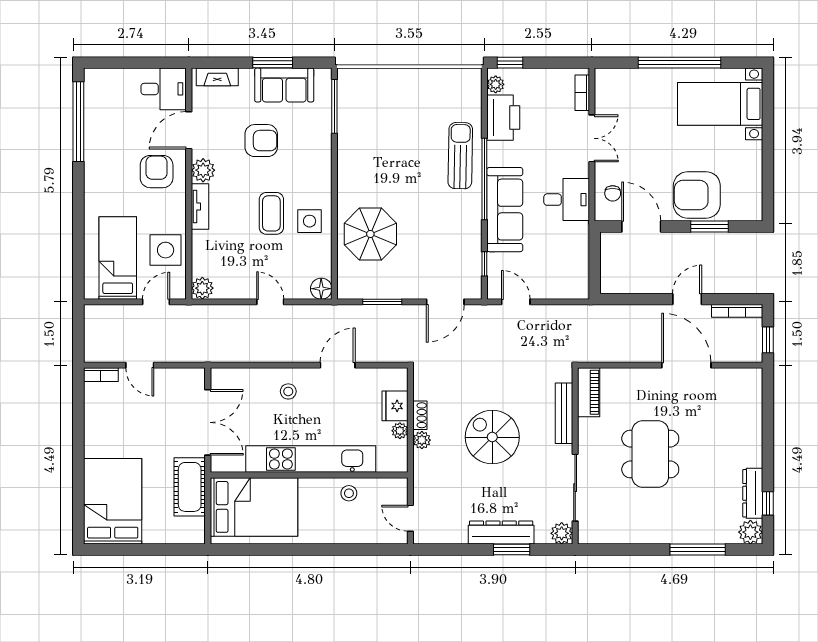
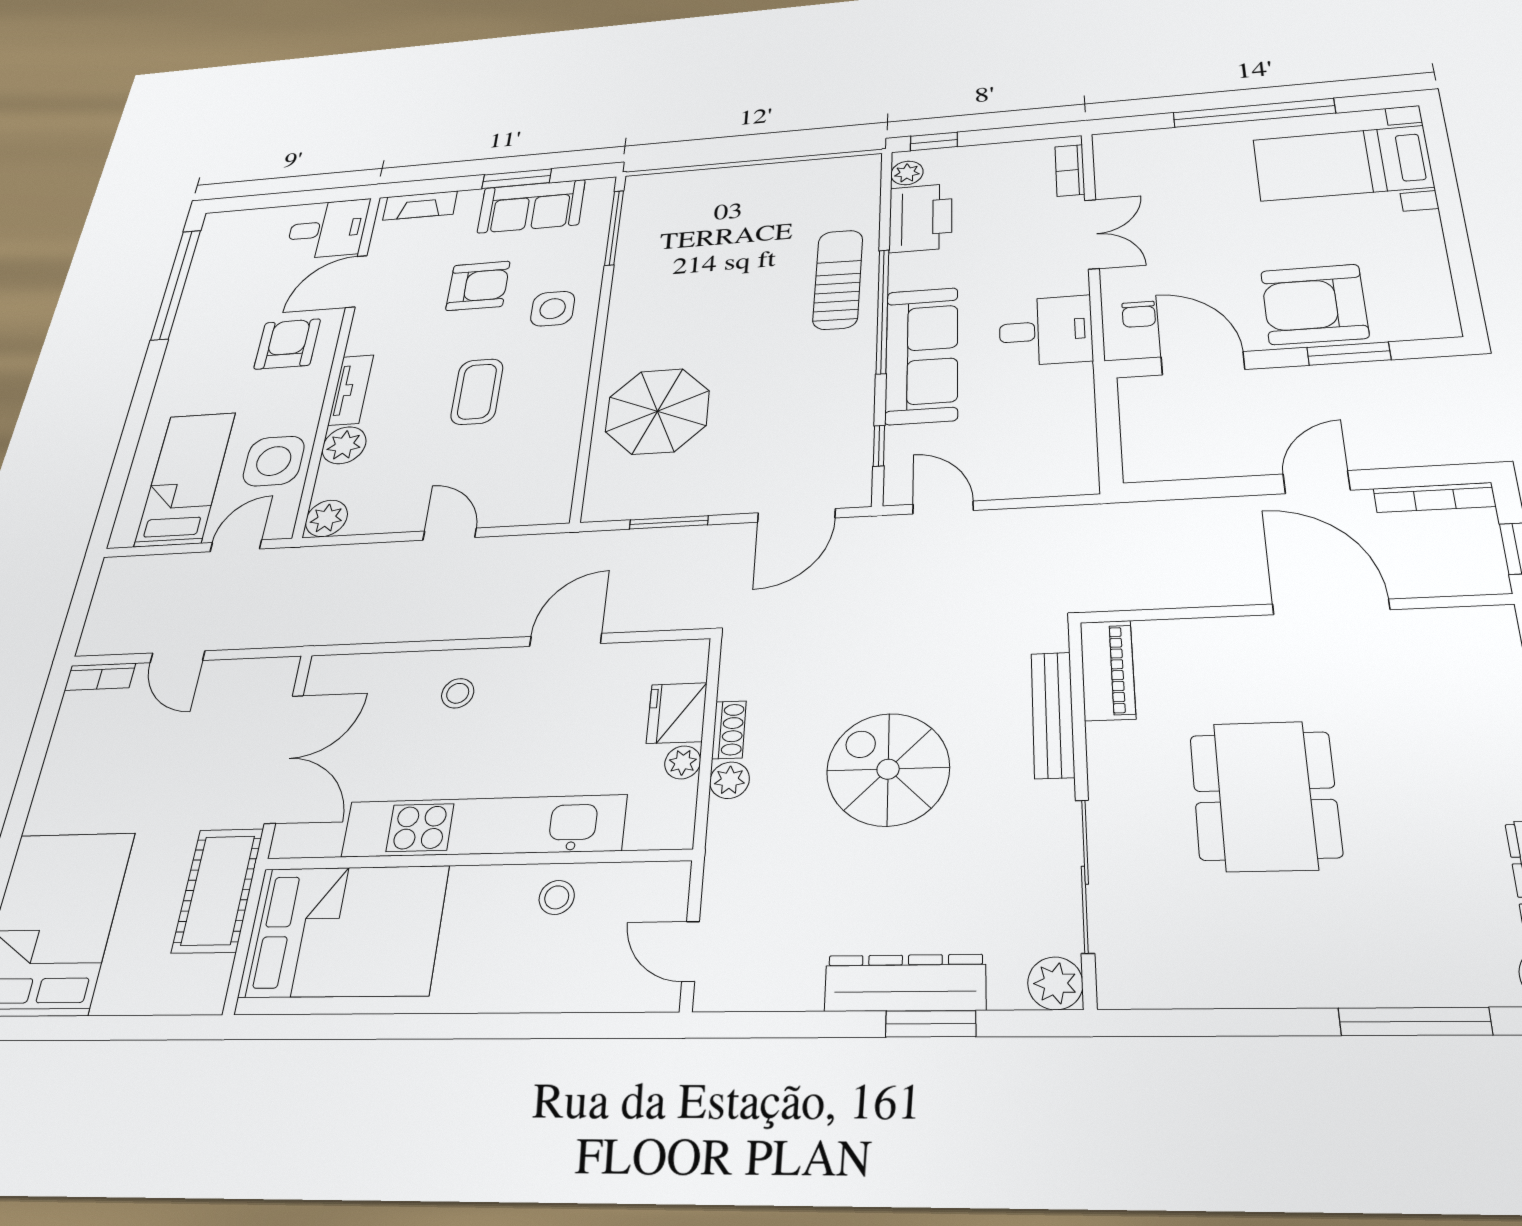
plant: (203, 170) -> (344, 445), moved
side table: (310, 221) -> (553, 309), moved
floor lamp: (321, 289) -> (552, 506), removed

